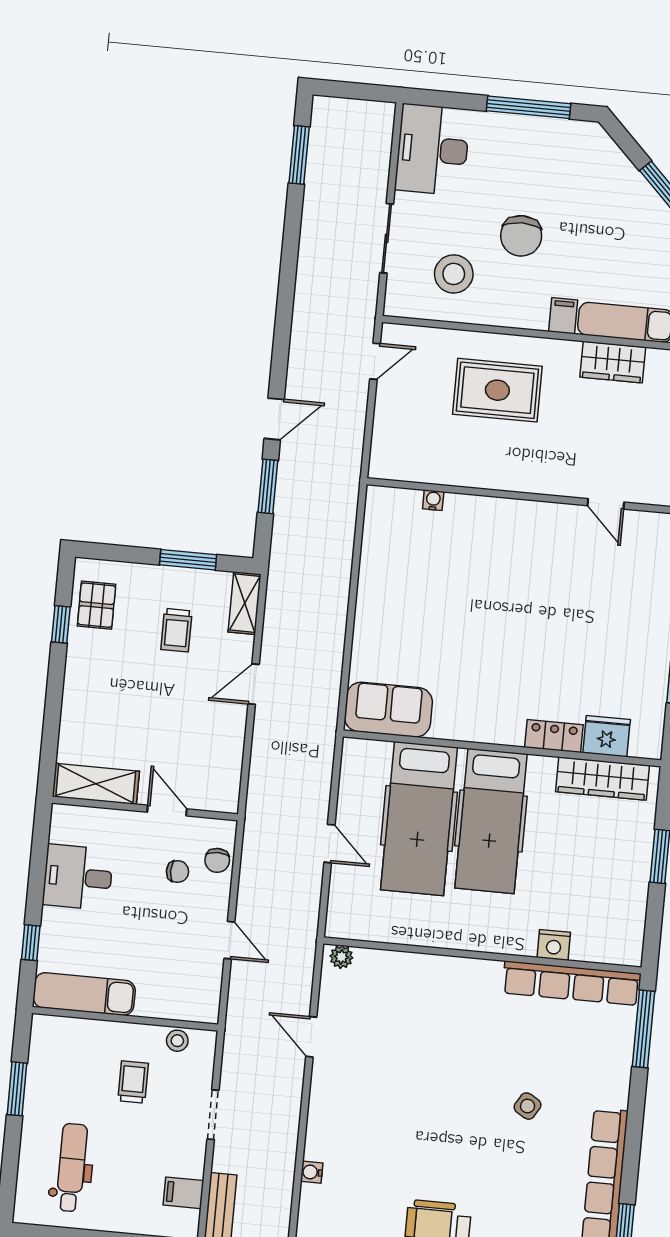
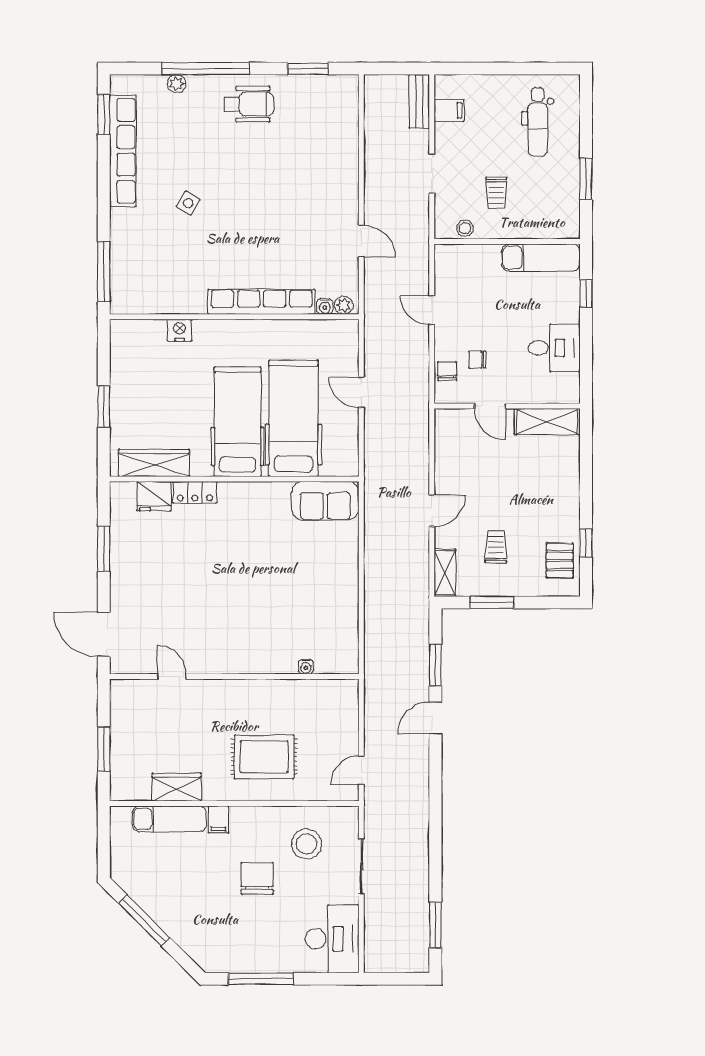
row of seats: (572, 983) -> (262, 302), moved
water cooler: (312, 1172) -> (325, 306), moved, turned 90

